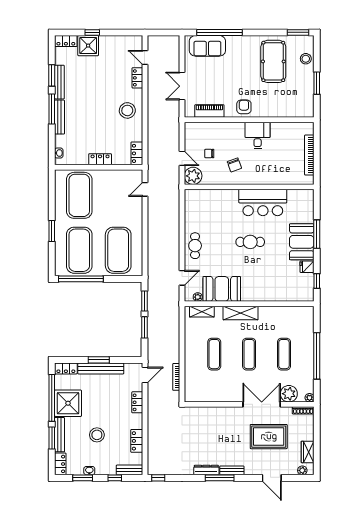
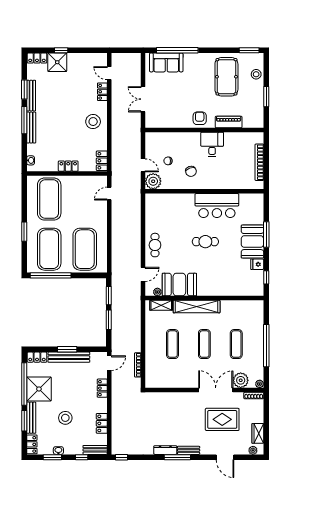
piano: (209, 111) -> (229, 122), moved
shelving: (241, 313) -> (197, 307), width x1.47

